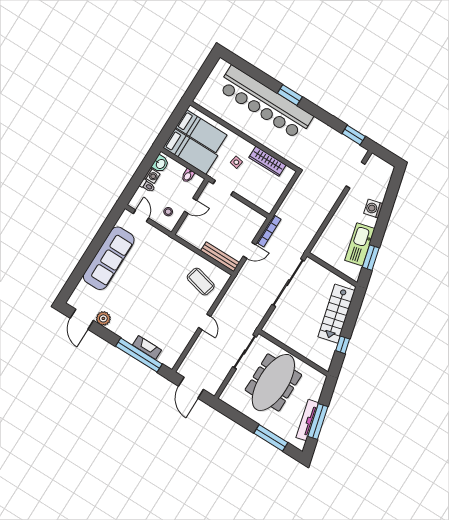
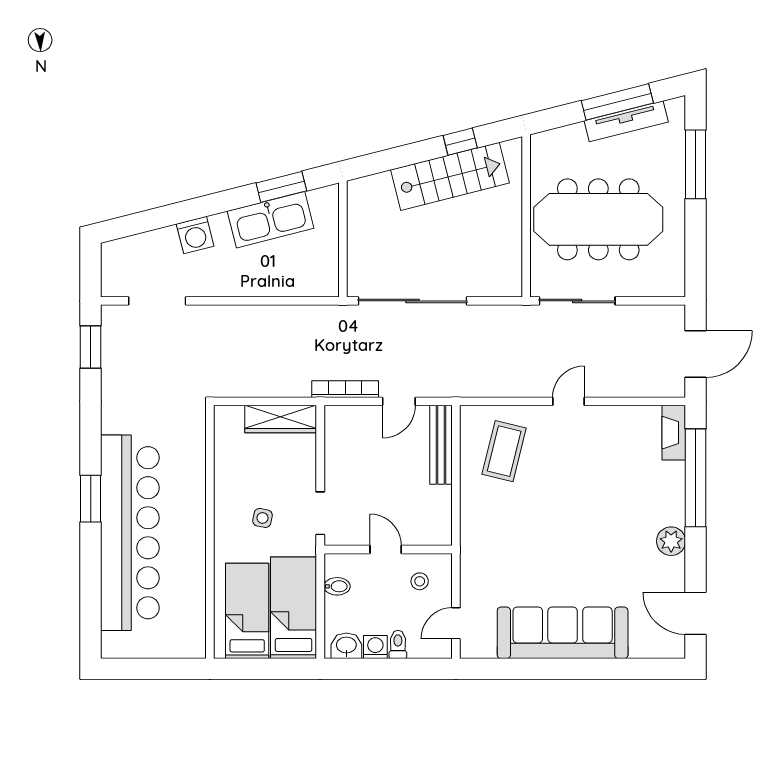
wardrobe: (267, 161) -> (281, 419), moved, turned 90
door: (249, 250) -> (399, 401), swing flipped
stairs: (336, 314) -> (450, 176), moved
plant: (103, 318) -> (671, 541), moved
door: (82, 319) -> (696, 613), swing flipped
fireplace: (147, 347) -> (674, 433), moved

